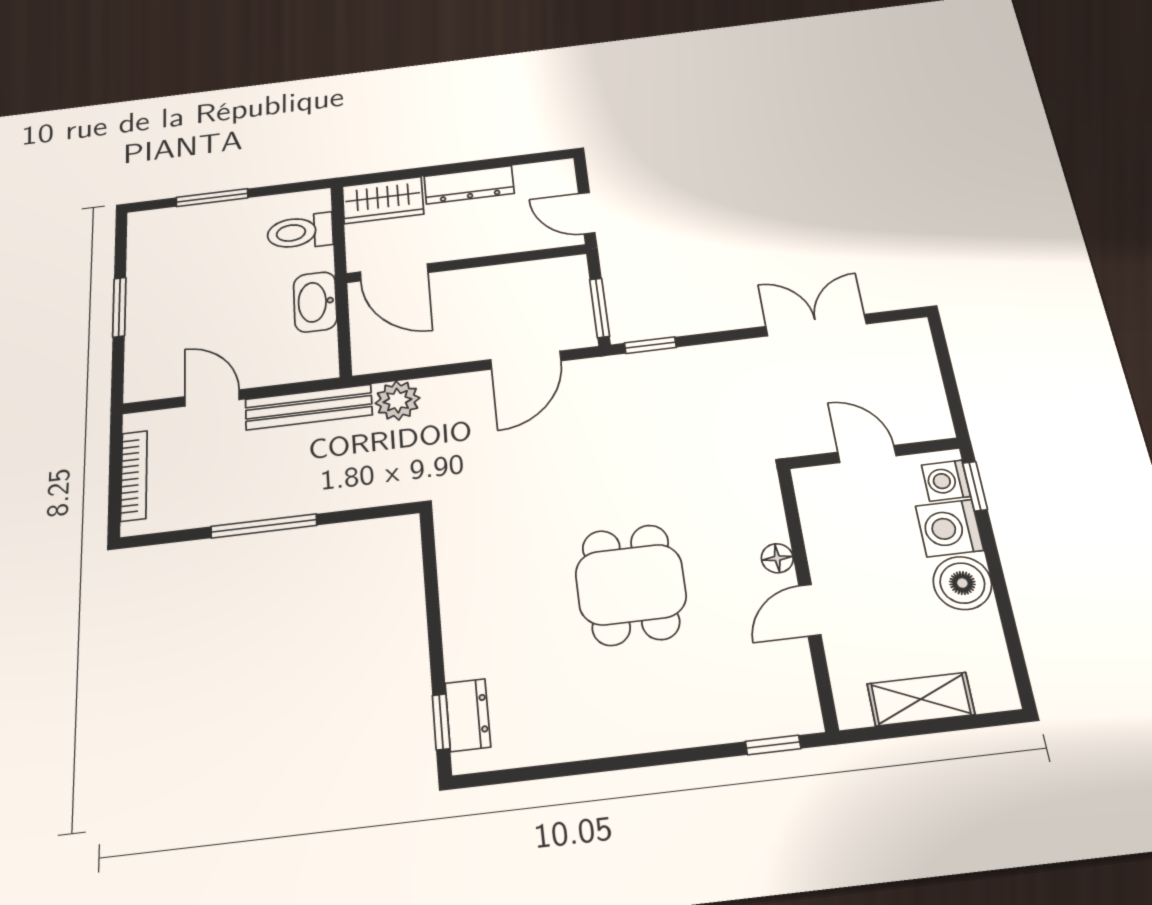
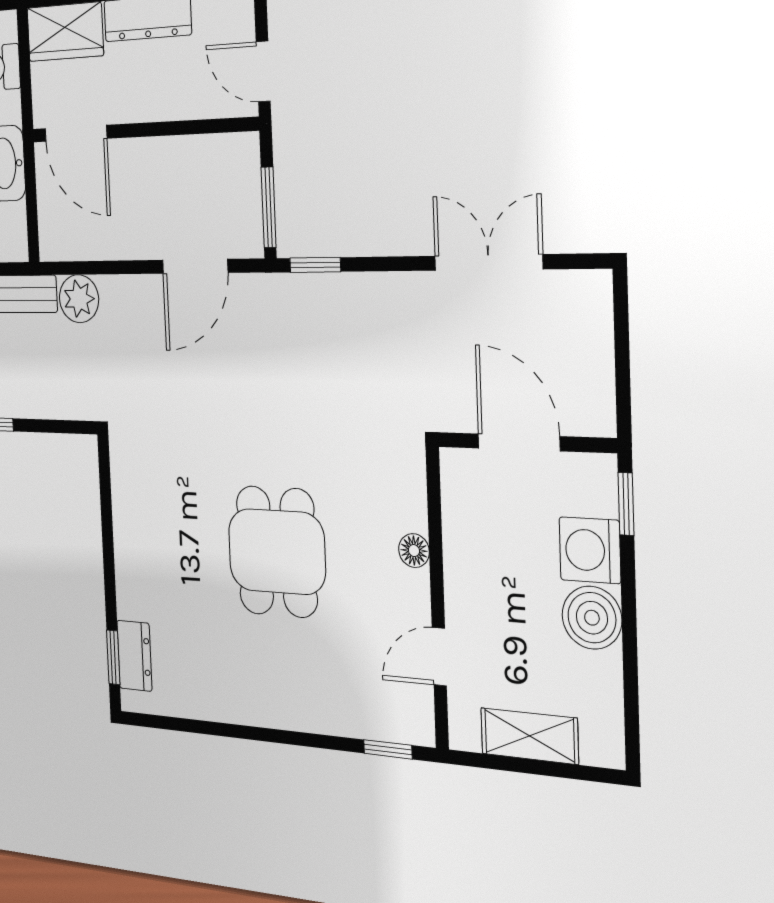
door: (867, 454) -> (519, 442), width x1.38
washing machine: (946, 481) -> (596, 491), removed
door: (810, 610) -> (439, 657), moved

